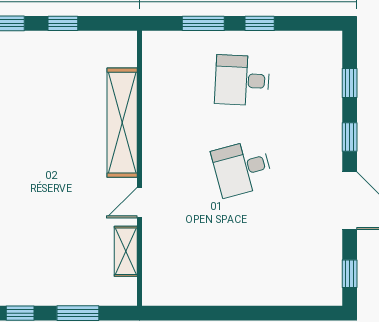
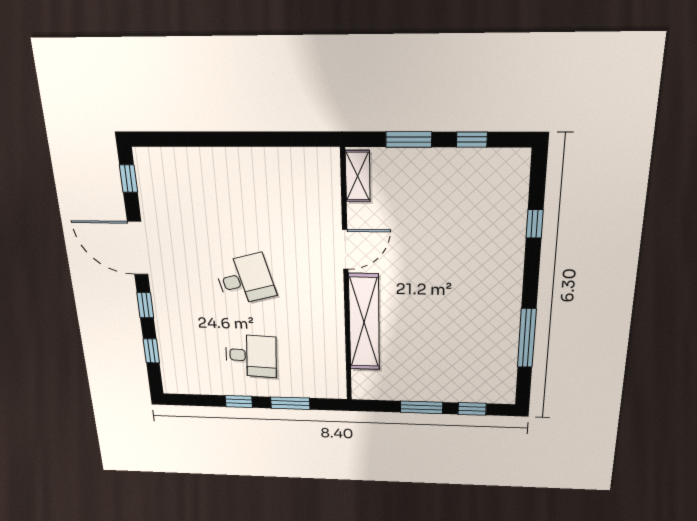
window: (63, 23) -> (422, 407), width x1.50
door: (139, 203) -> (345, 249), width x1.38
shelving: (126, 251) -> (358, 176), moved

